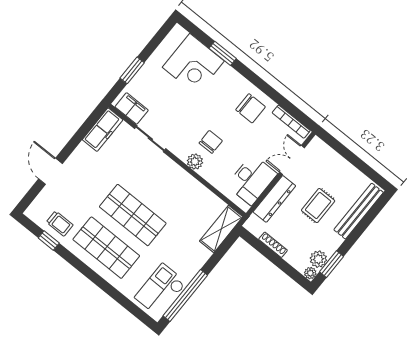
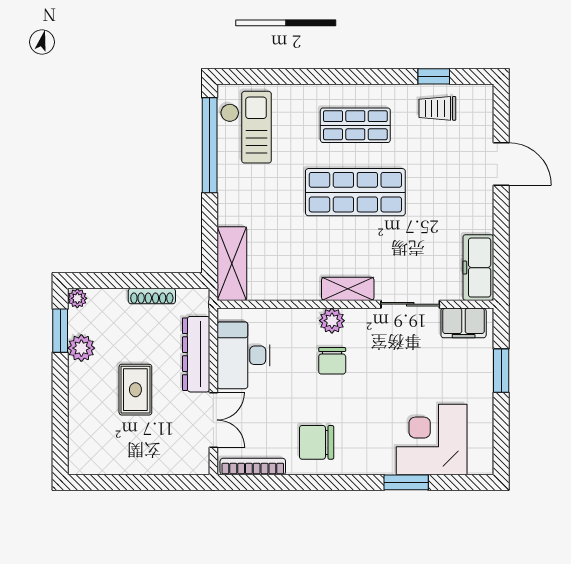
shelving: (175, 171) -> (348, 289), added
bench: (359, 211) -> (80, 424), removed
shop shelf: (106, 248) -> (355, 125), width x0.70, depth x0.74
plant: (318, 259) -> (81, 348), moved

